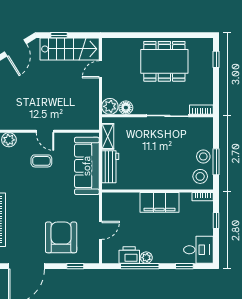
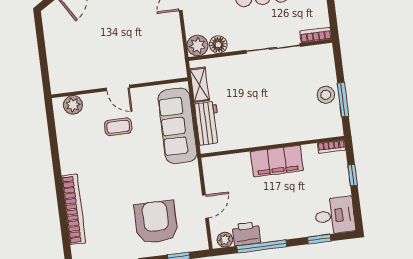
stool: (200, 176) -> (325, 121), removed
plant: (146, 258) -> (225, 240), moved

